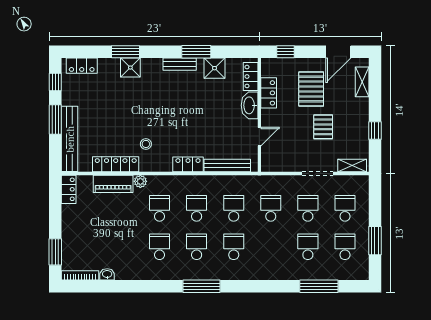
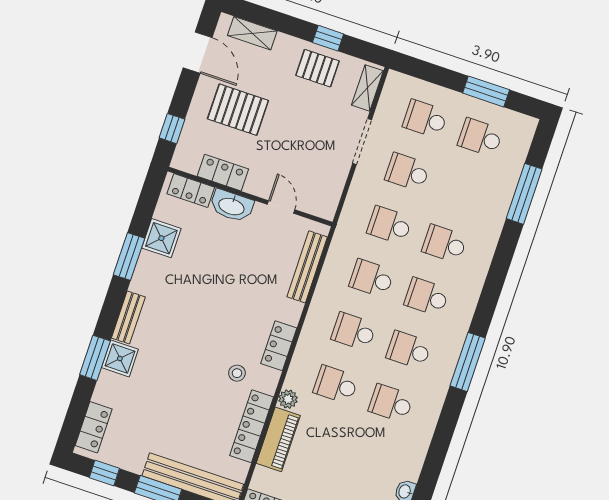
bench: (180, 64) -> (128, 317), moved
pallet: (323, 127) -> (317, 68), moved
locker: (188, 164) -> (279, 346), moved
school desk: (308, 247) -> (445, 244), moved

